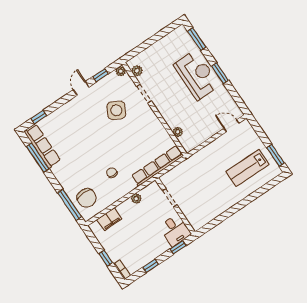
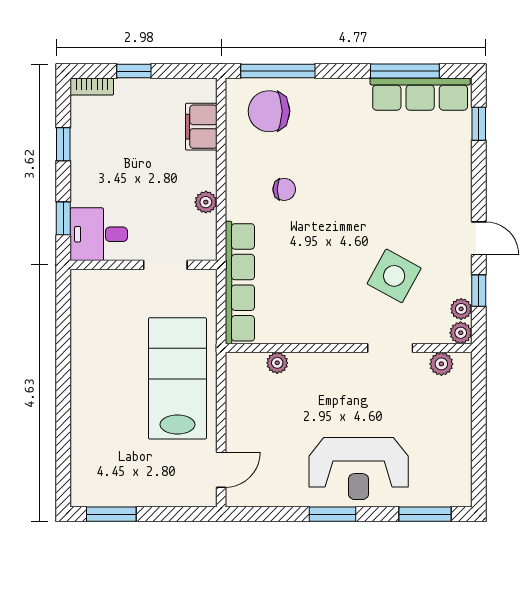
plant: (112, 77) -> (461, 309), added
lab bench: (247, 168) -> (177, 378), moved, width x1.36, depth x1.39

